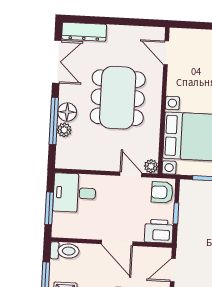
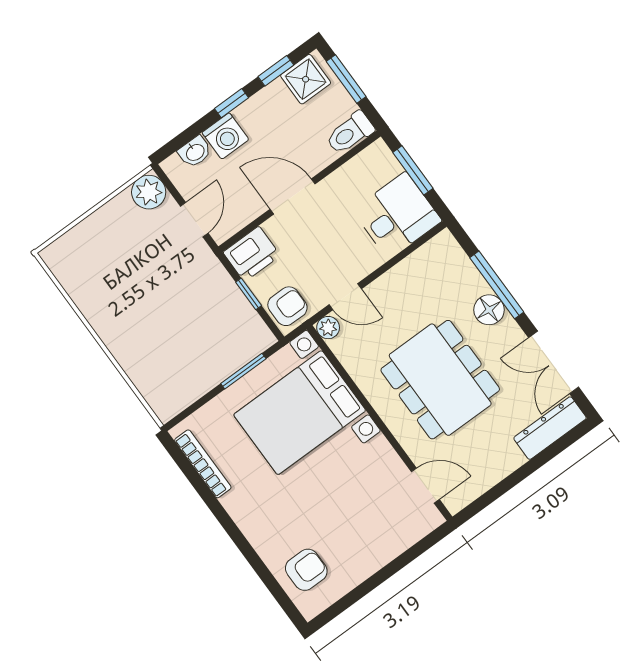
plant: (64, 130) -> (474, 284), removed

